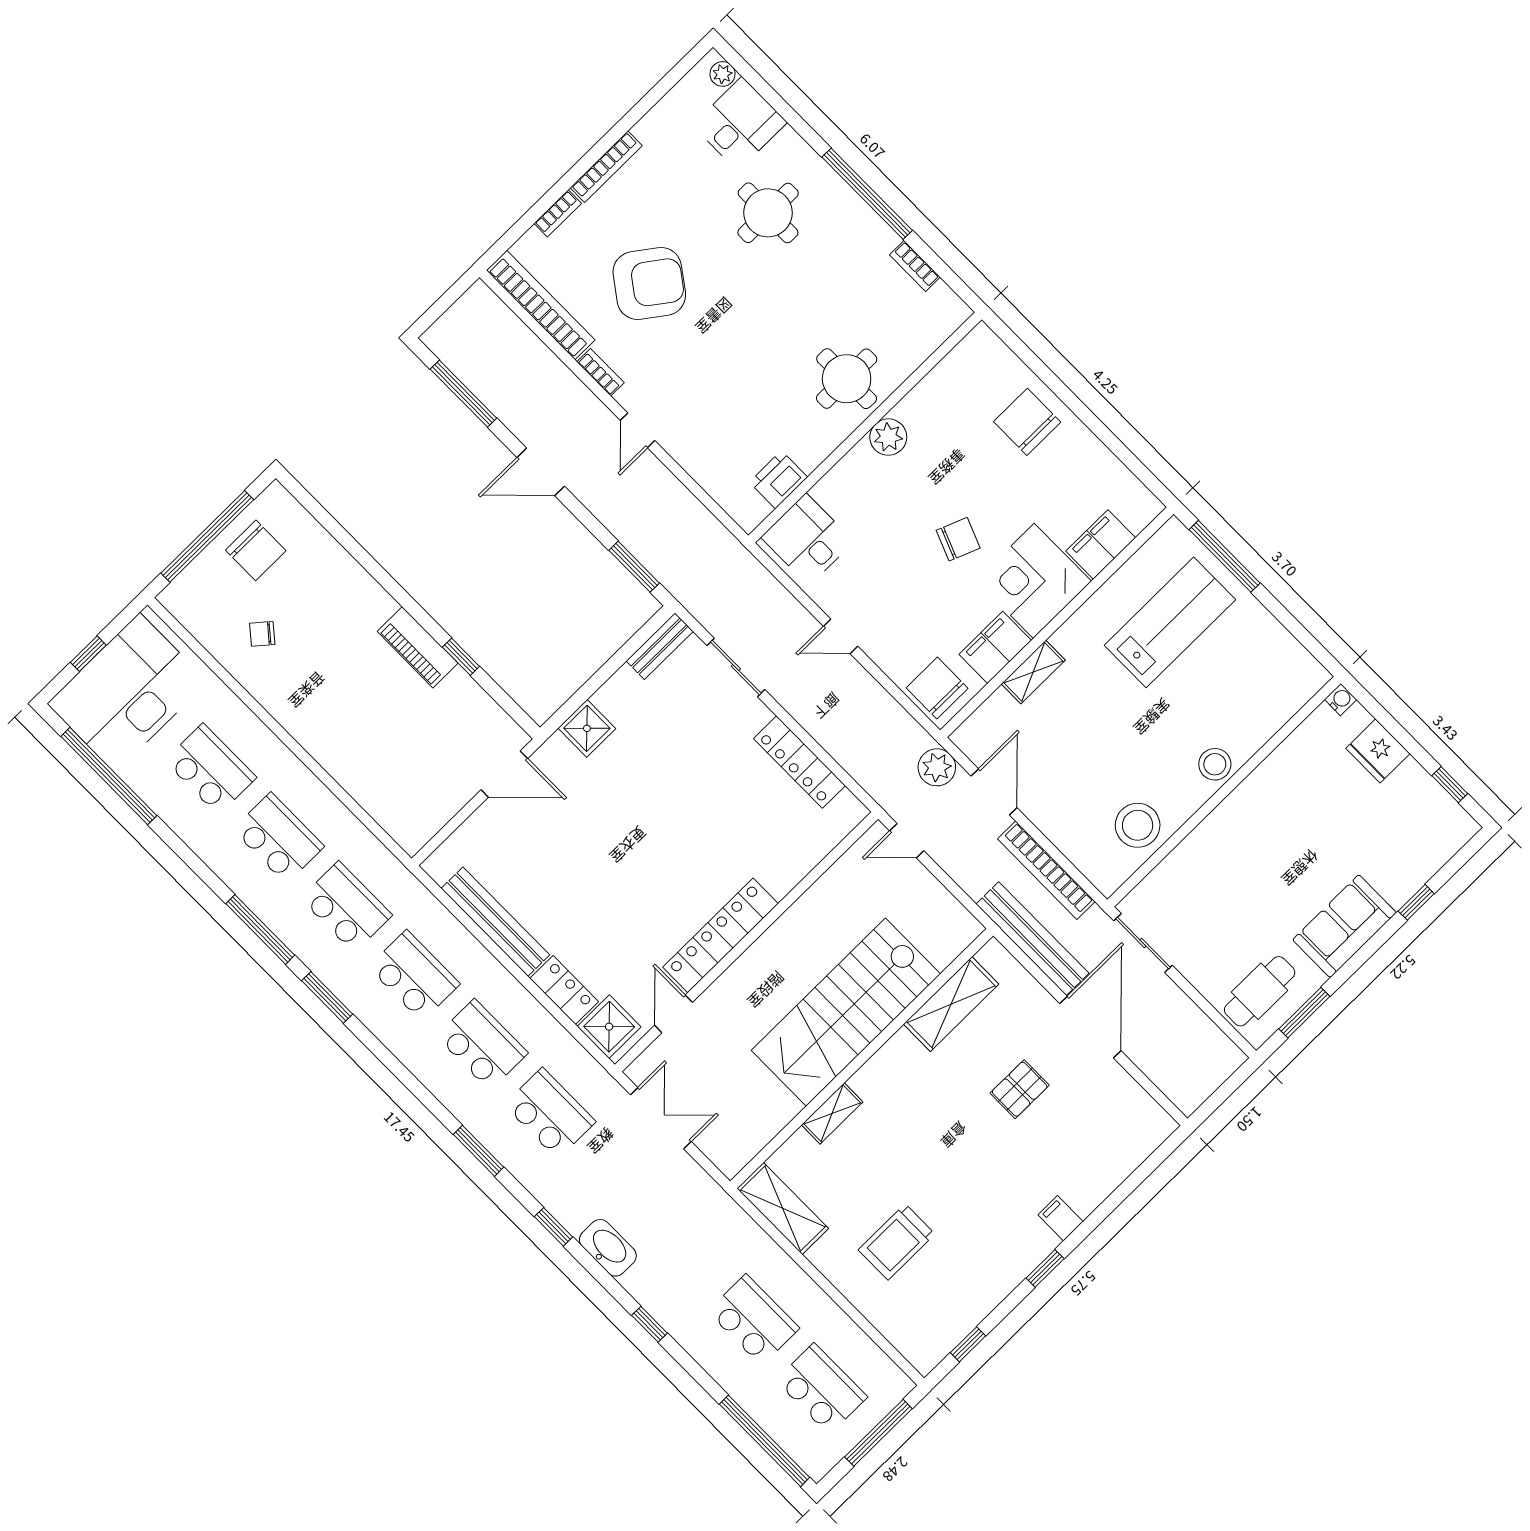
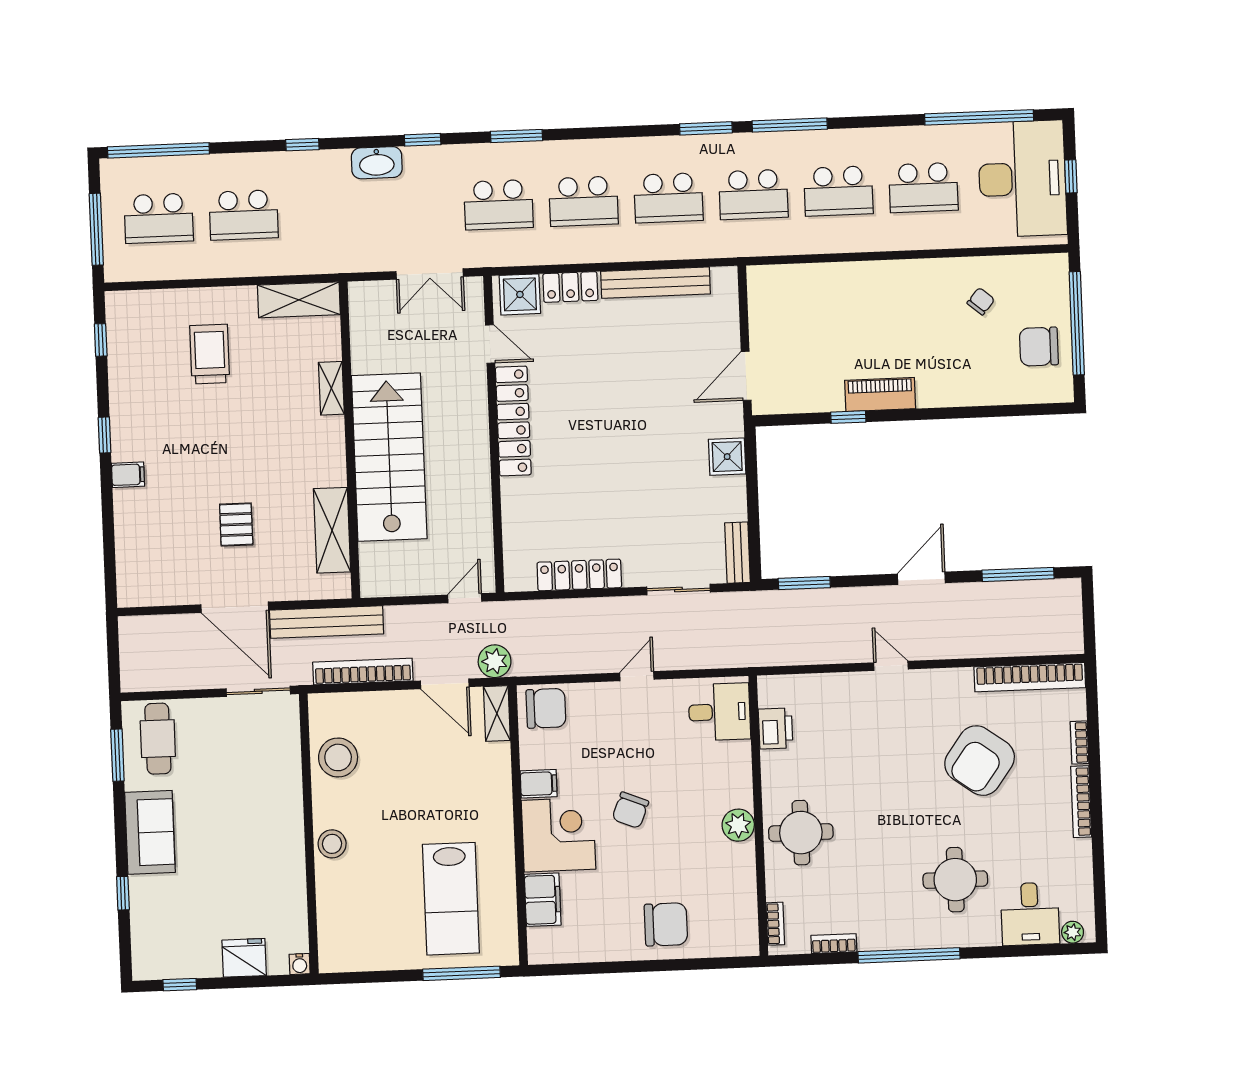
bookcase: (600, 372) -> (775, 924), moved, turned -90
filing cabinet: (995, 647) -> (539, 784), width x0.50
shelving: (1033, 672) -> (497, 713), moved

